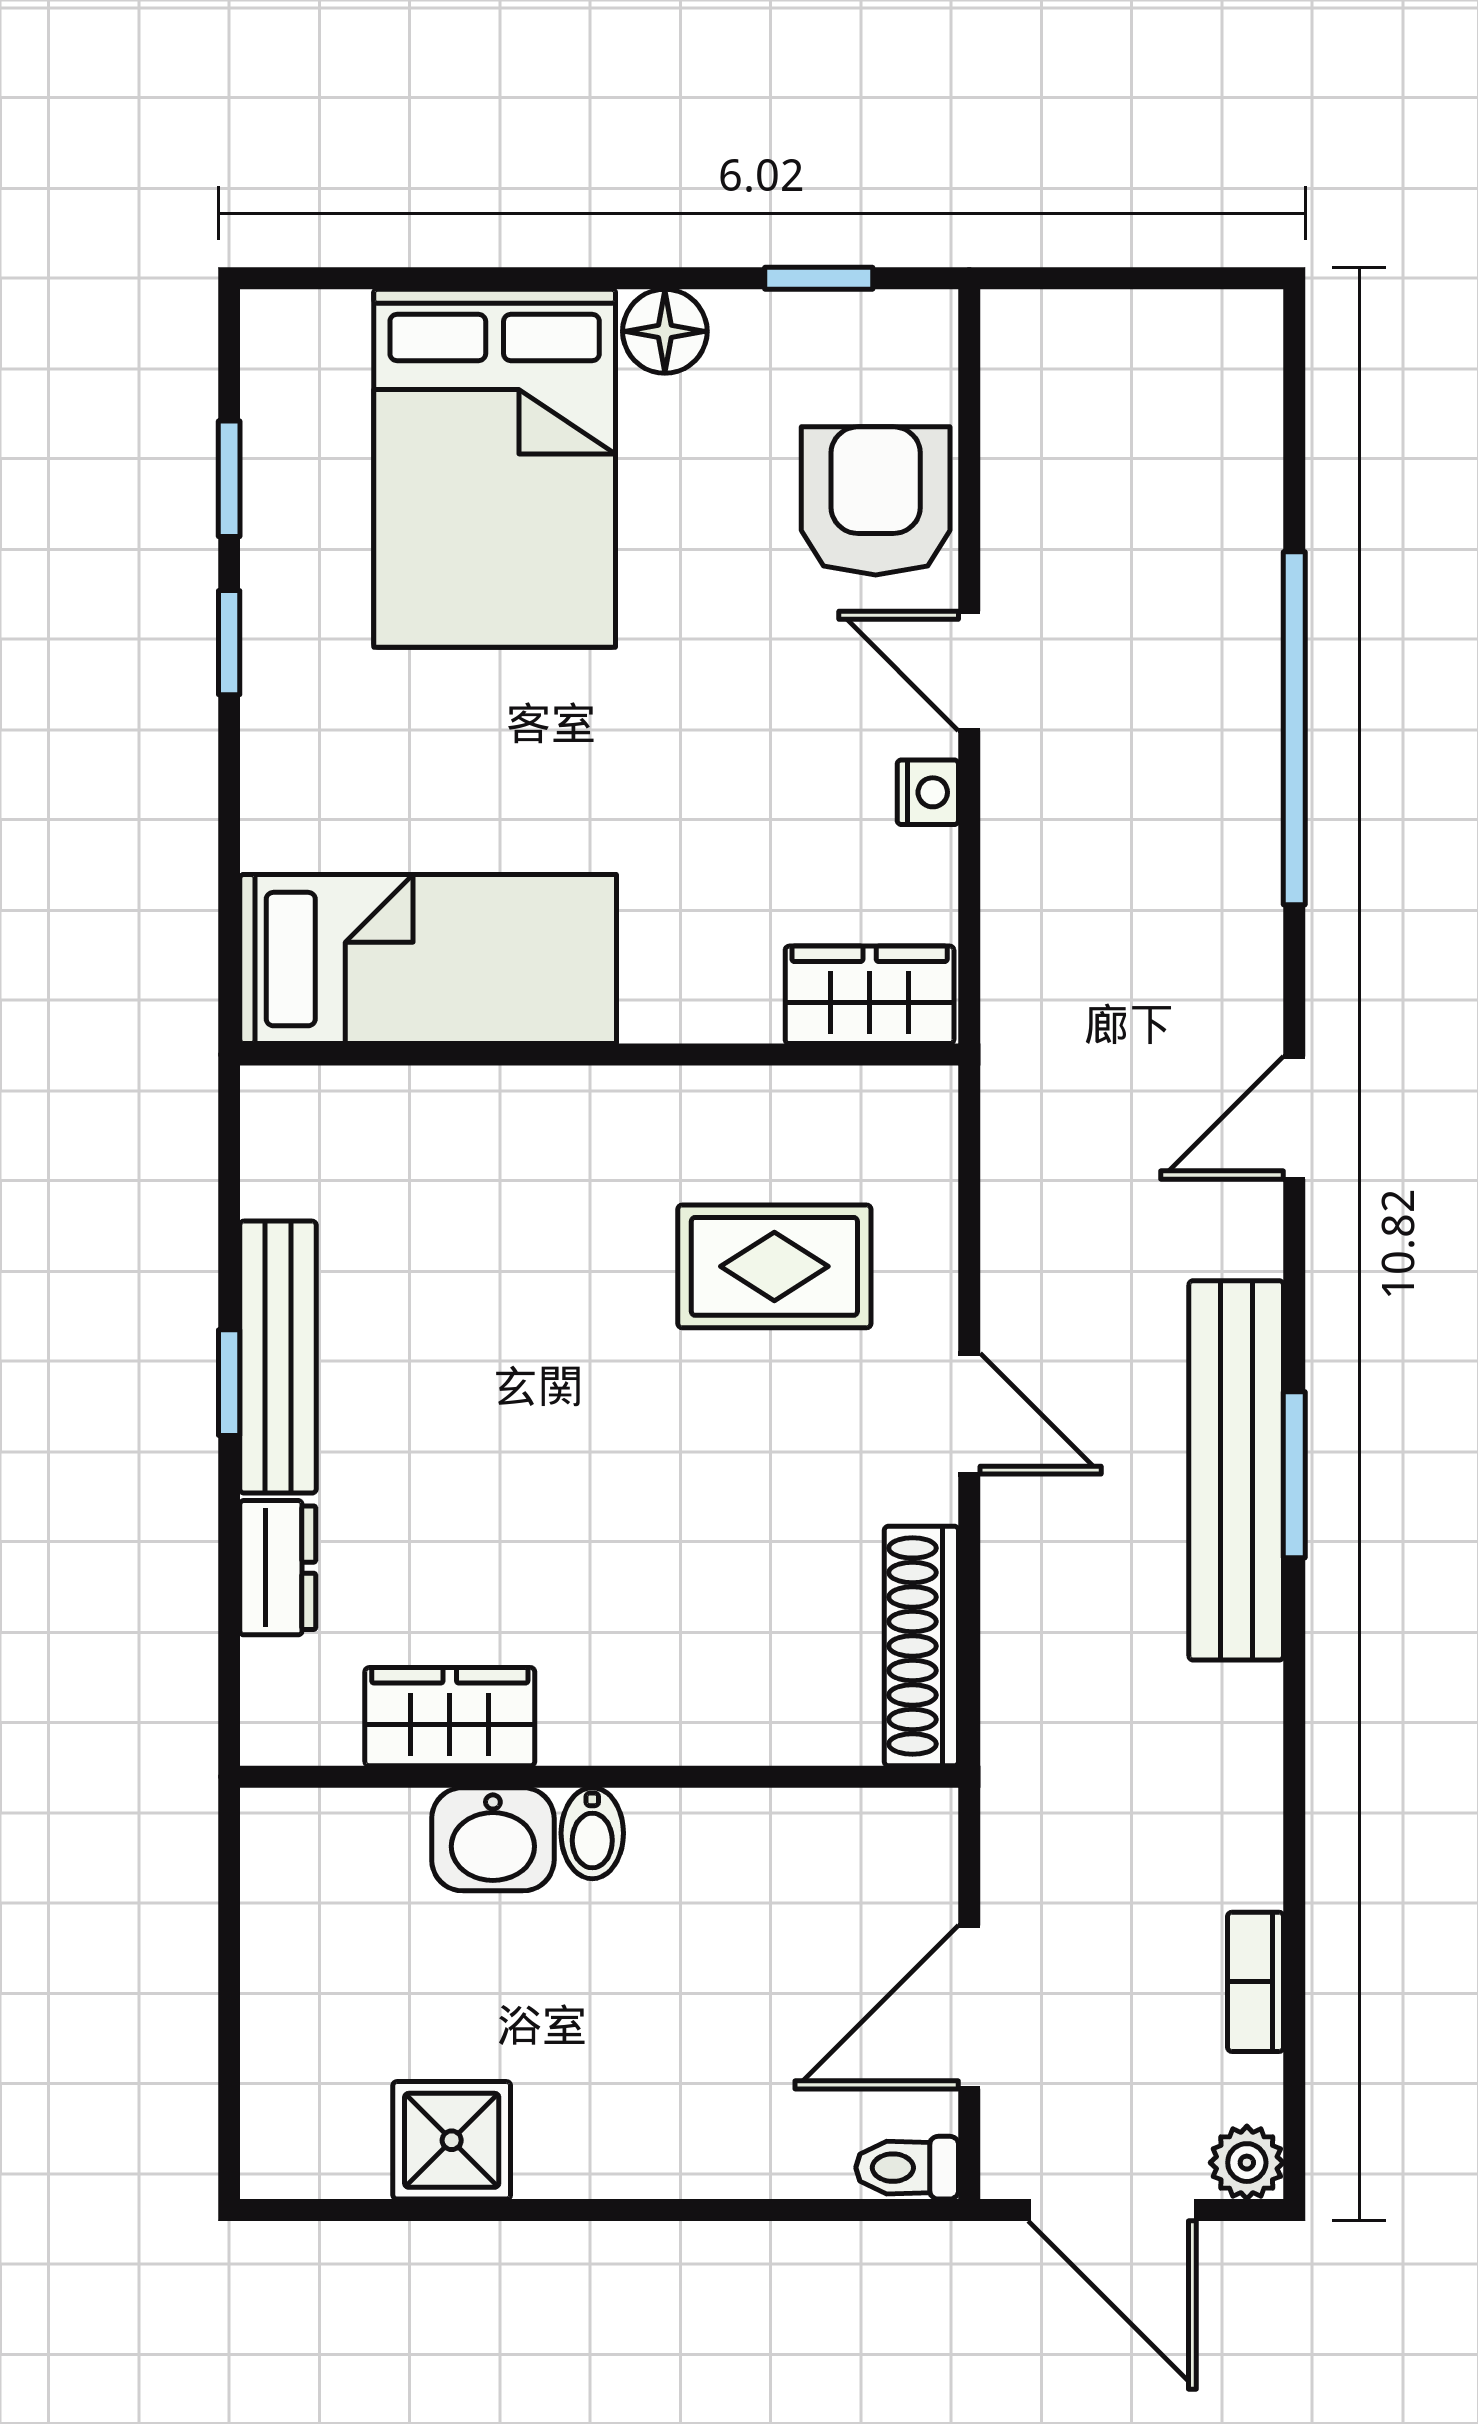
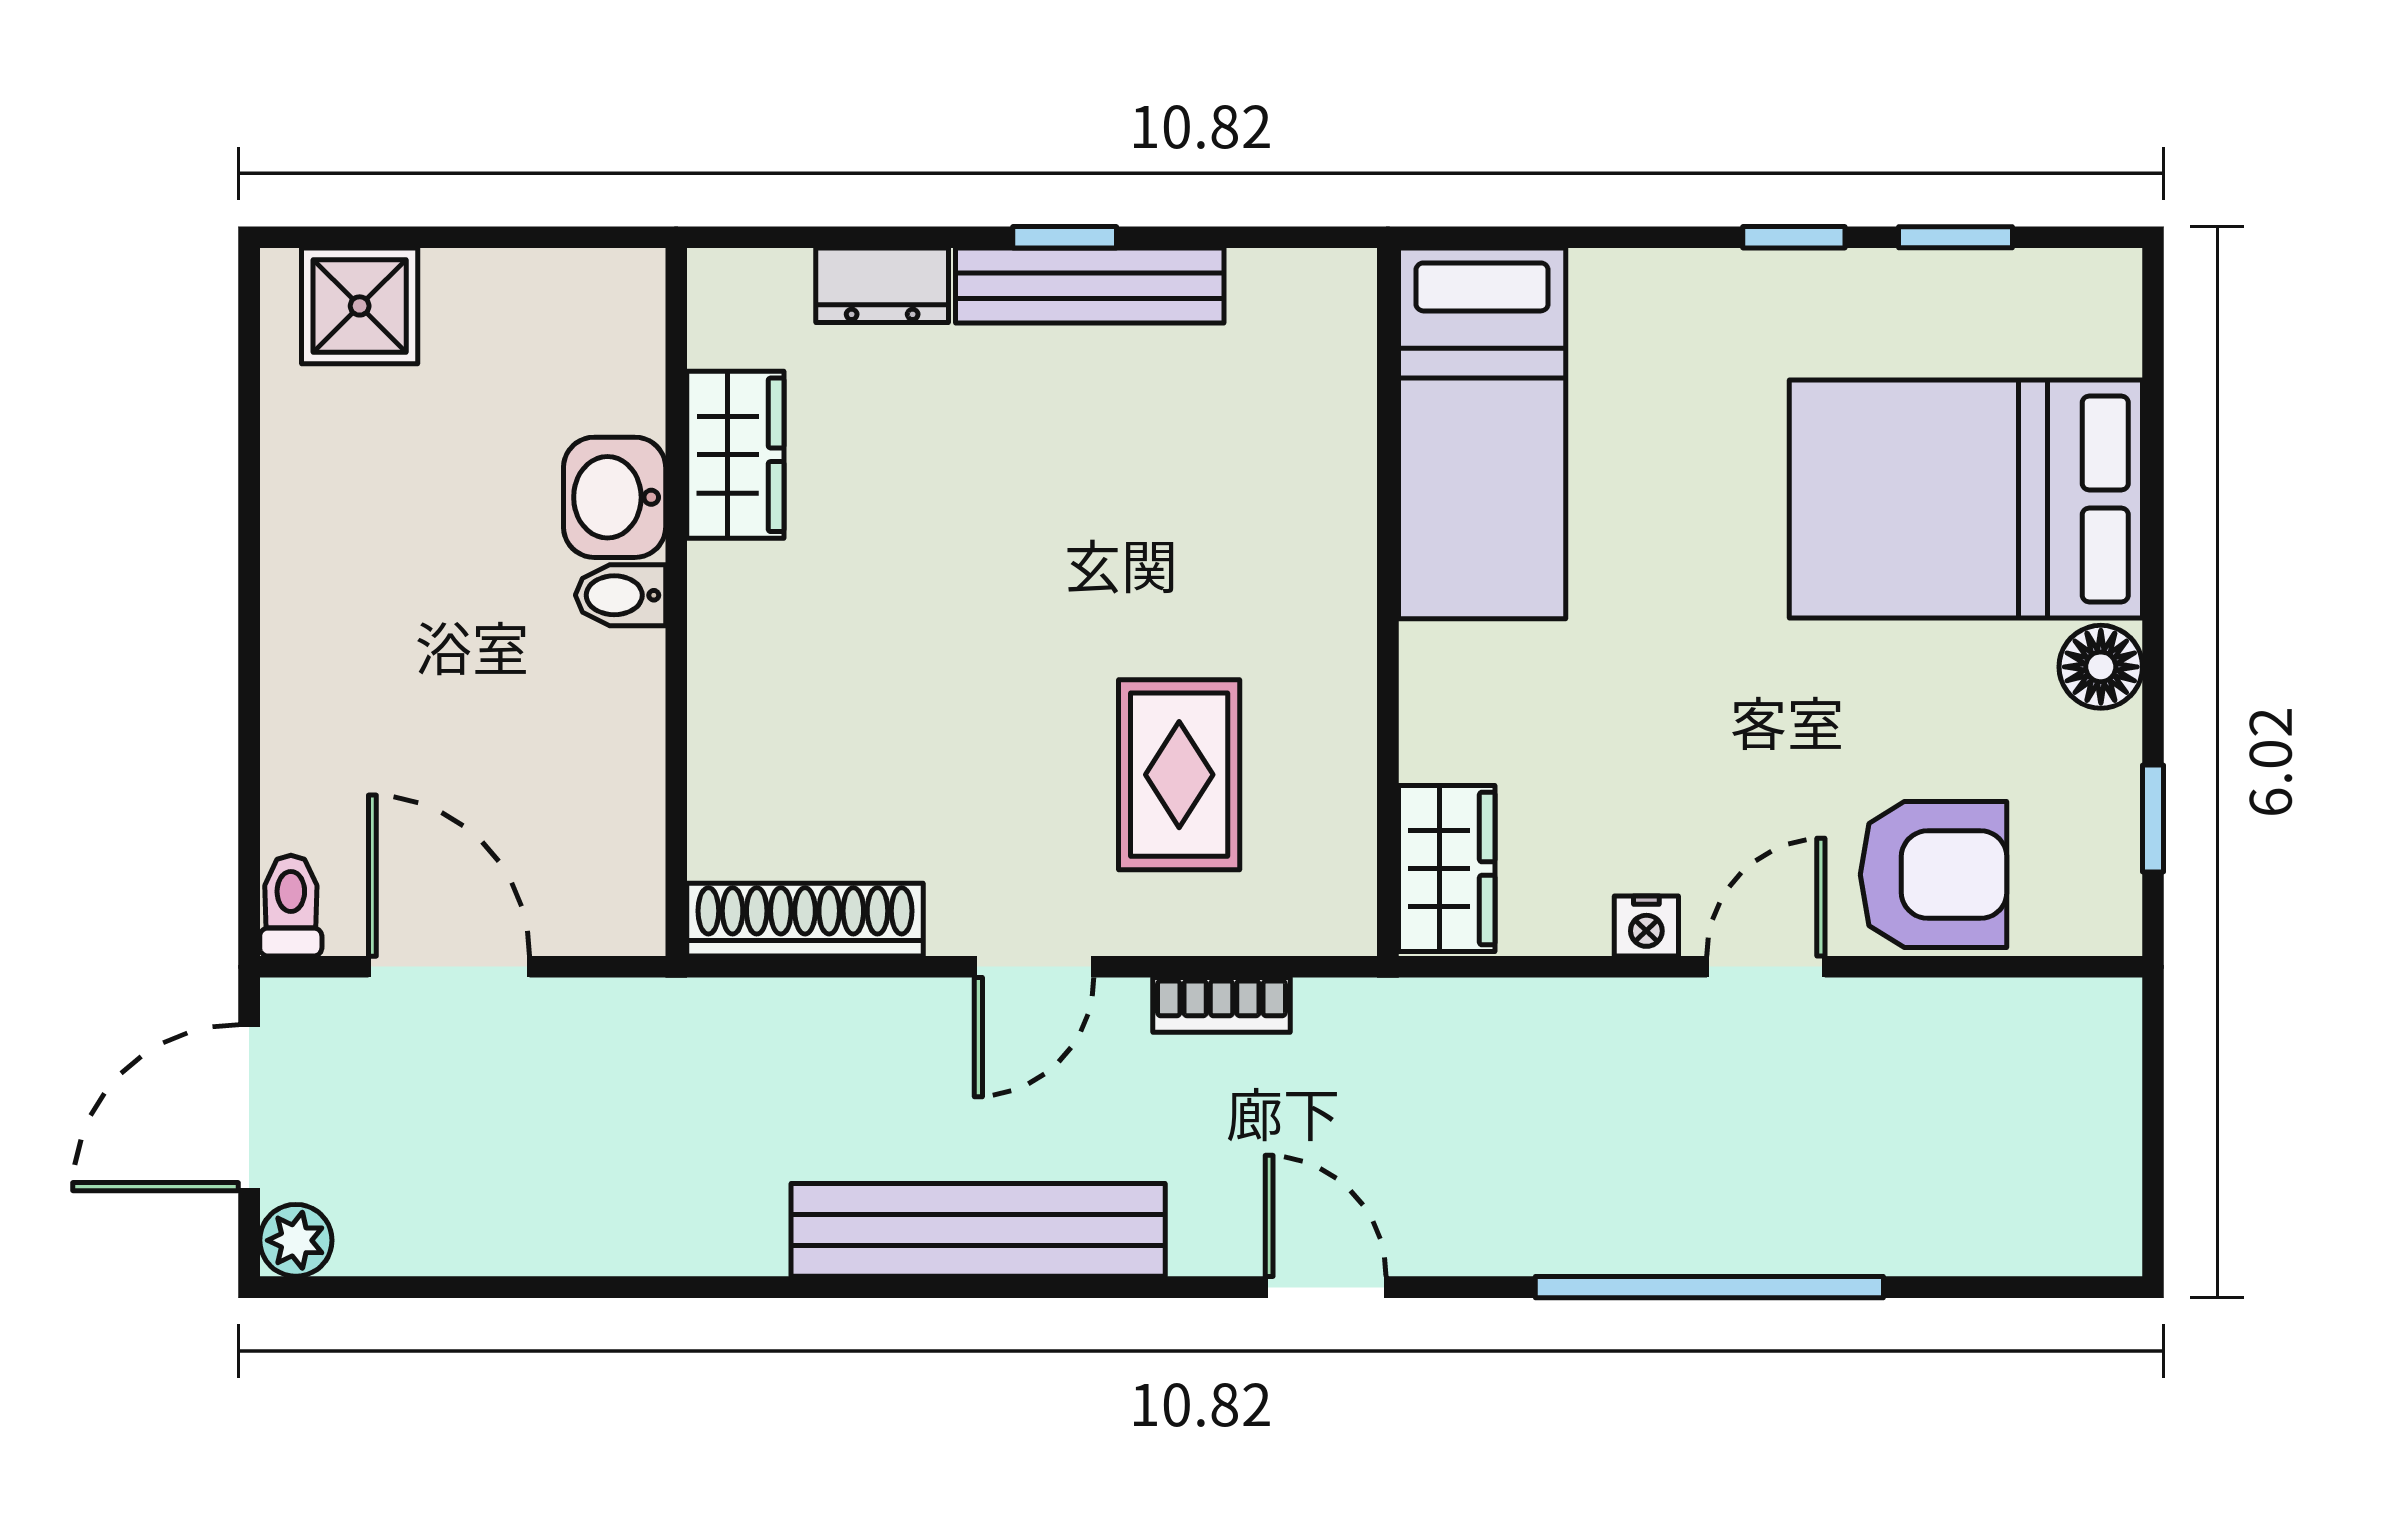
window: (1294, 1475) -> (974, 1287), removed
bookcase: (1256, 1982) -> (1221, 1005), moved, turned 180
shower: (452, 2140) -> (360, 306), moved

